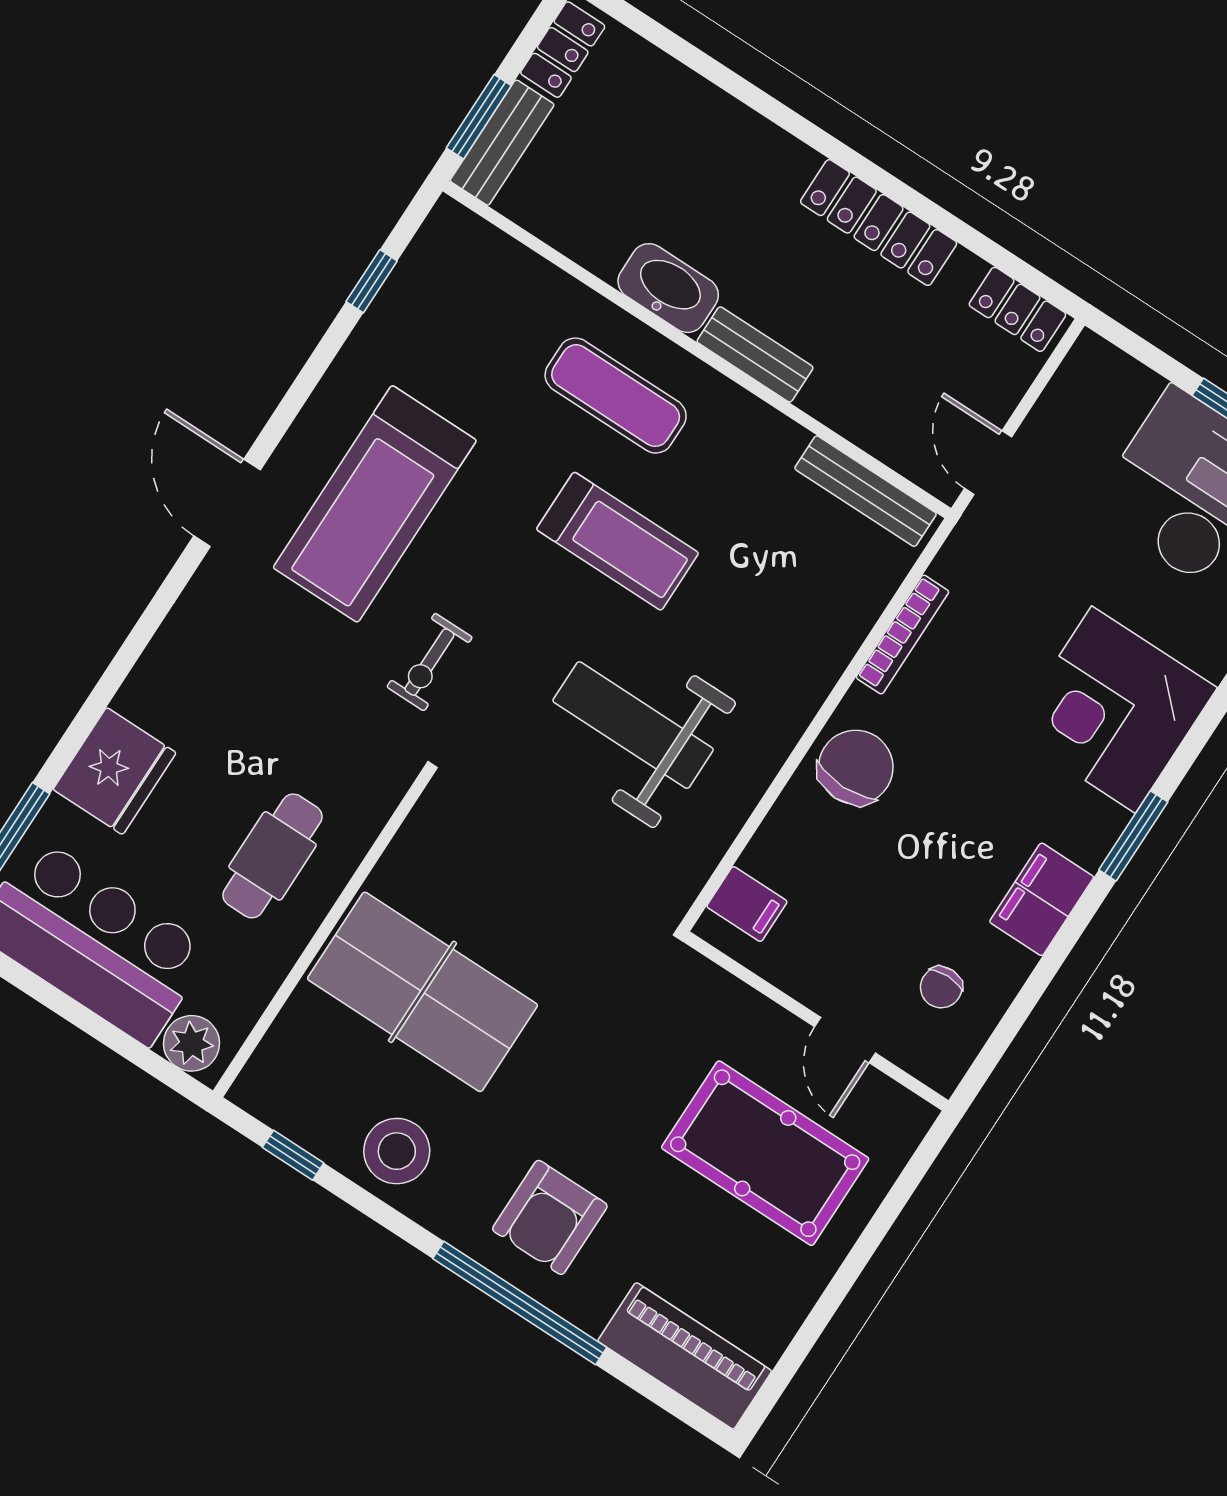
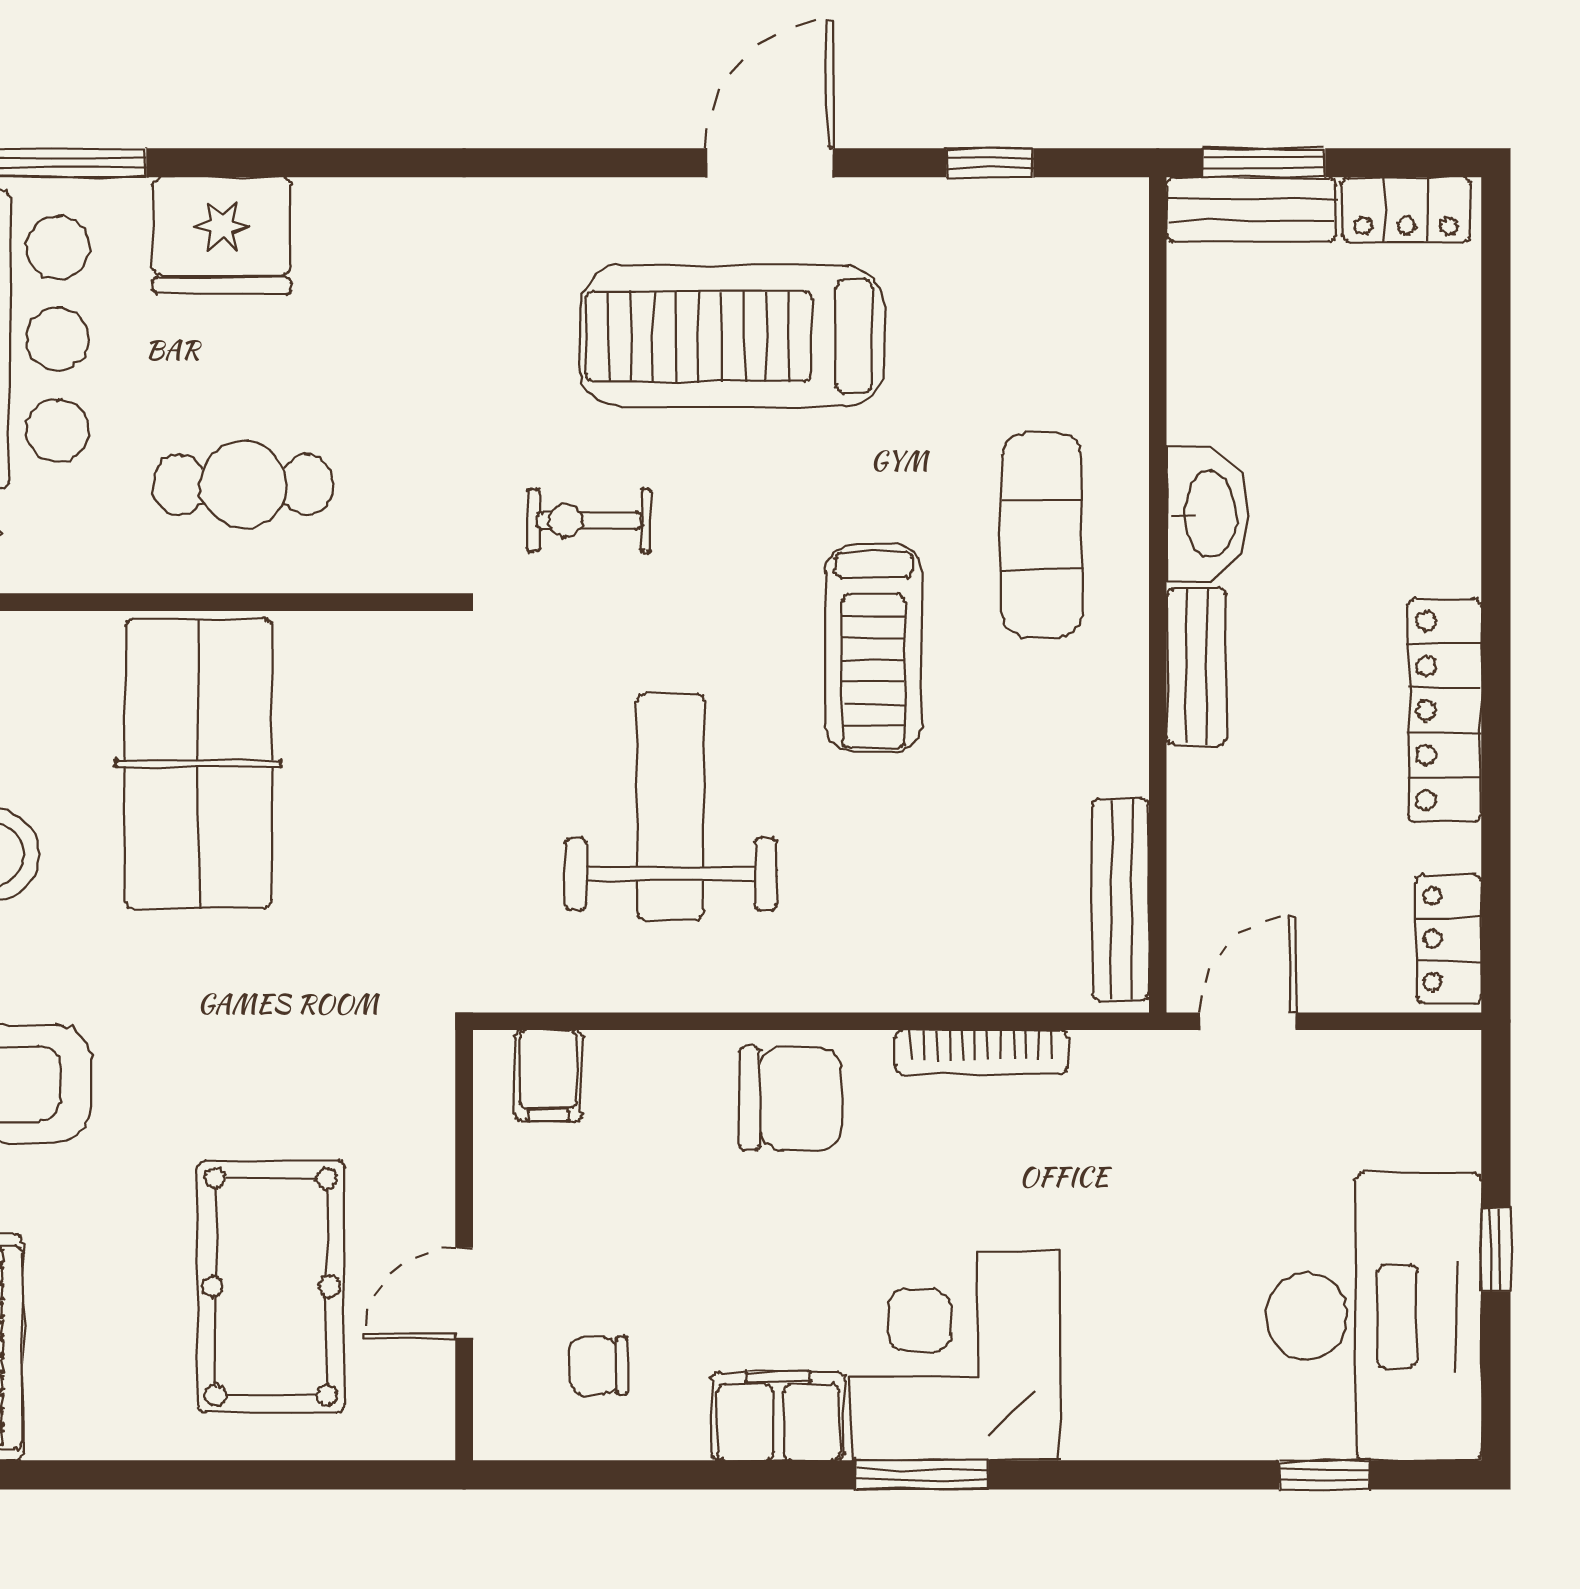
door: (227, 503) -> (770, 163), moved
corner desk: (1114, 710) -> (955, 1356), moved

